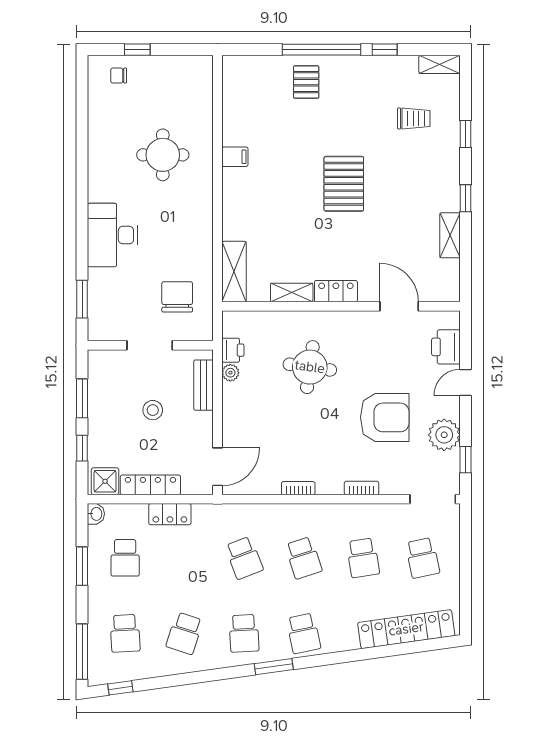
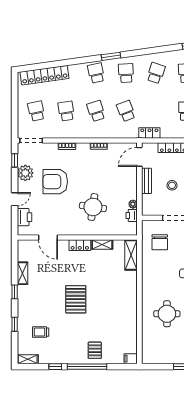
filing cabinet: (235, 157) -> (131, 359), moved
bench: (203, 385) -> (146, 181), moved
locker: (170, 514) -> (149, 133), moved

